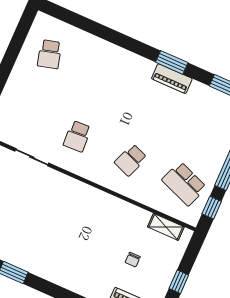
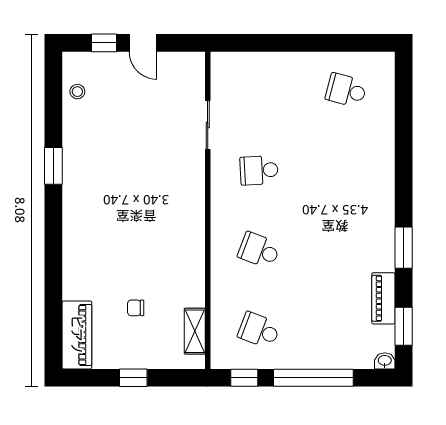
school desk: (50, 54) -> (346, 90), turned 30
piano: (172, 79) -> (383, 298), moved
school desk: (184, 184) -> (259, 330), width x0.54

